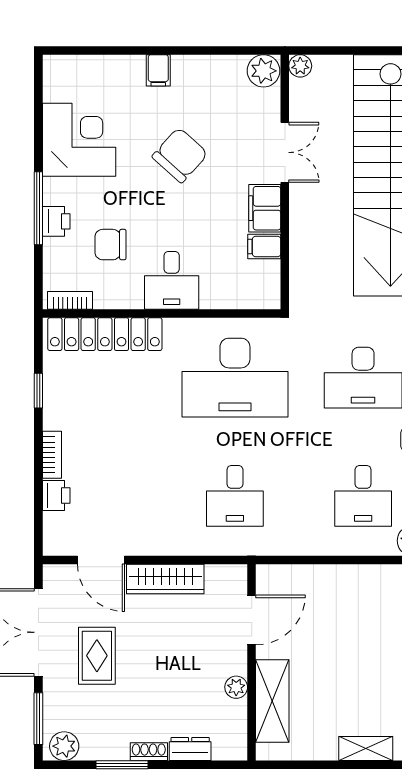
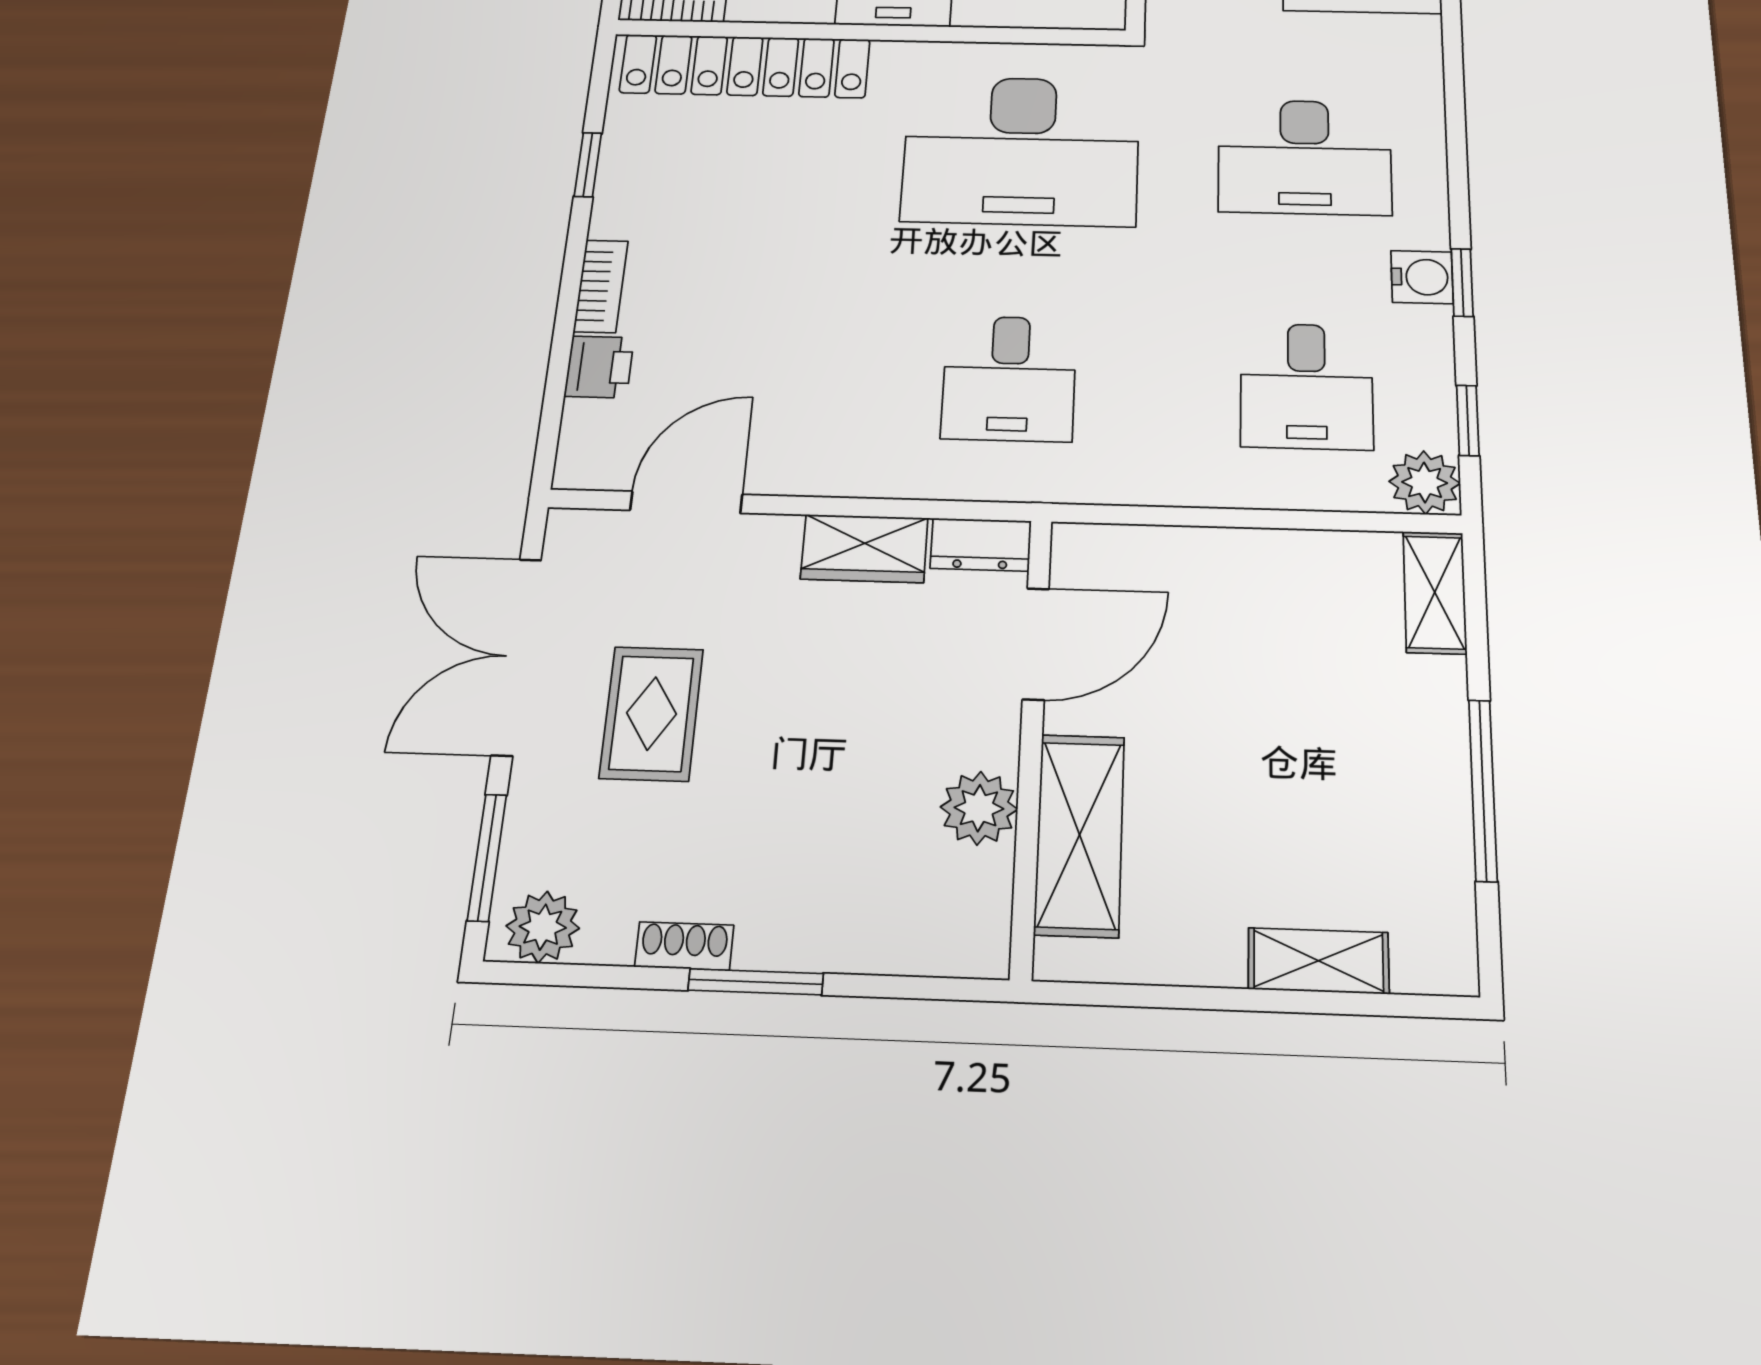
door: (101, 560) -> (686, 502), swing flipped
wardrobe: (165, 579) -> (864, 548), width x0.67
plant: (236, 687) -> (979, 808), width x1.38, depth x1.38
dresser: (190, 749) -> (981, 545), moved, turned 180
shoe rack: (149, 752) -> (684, 946), moved
window: (122, 765) -> (756, 982), moved

